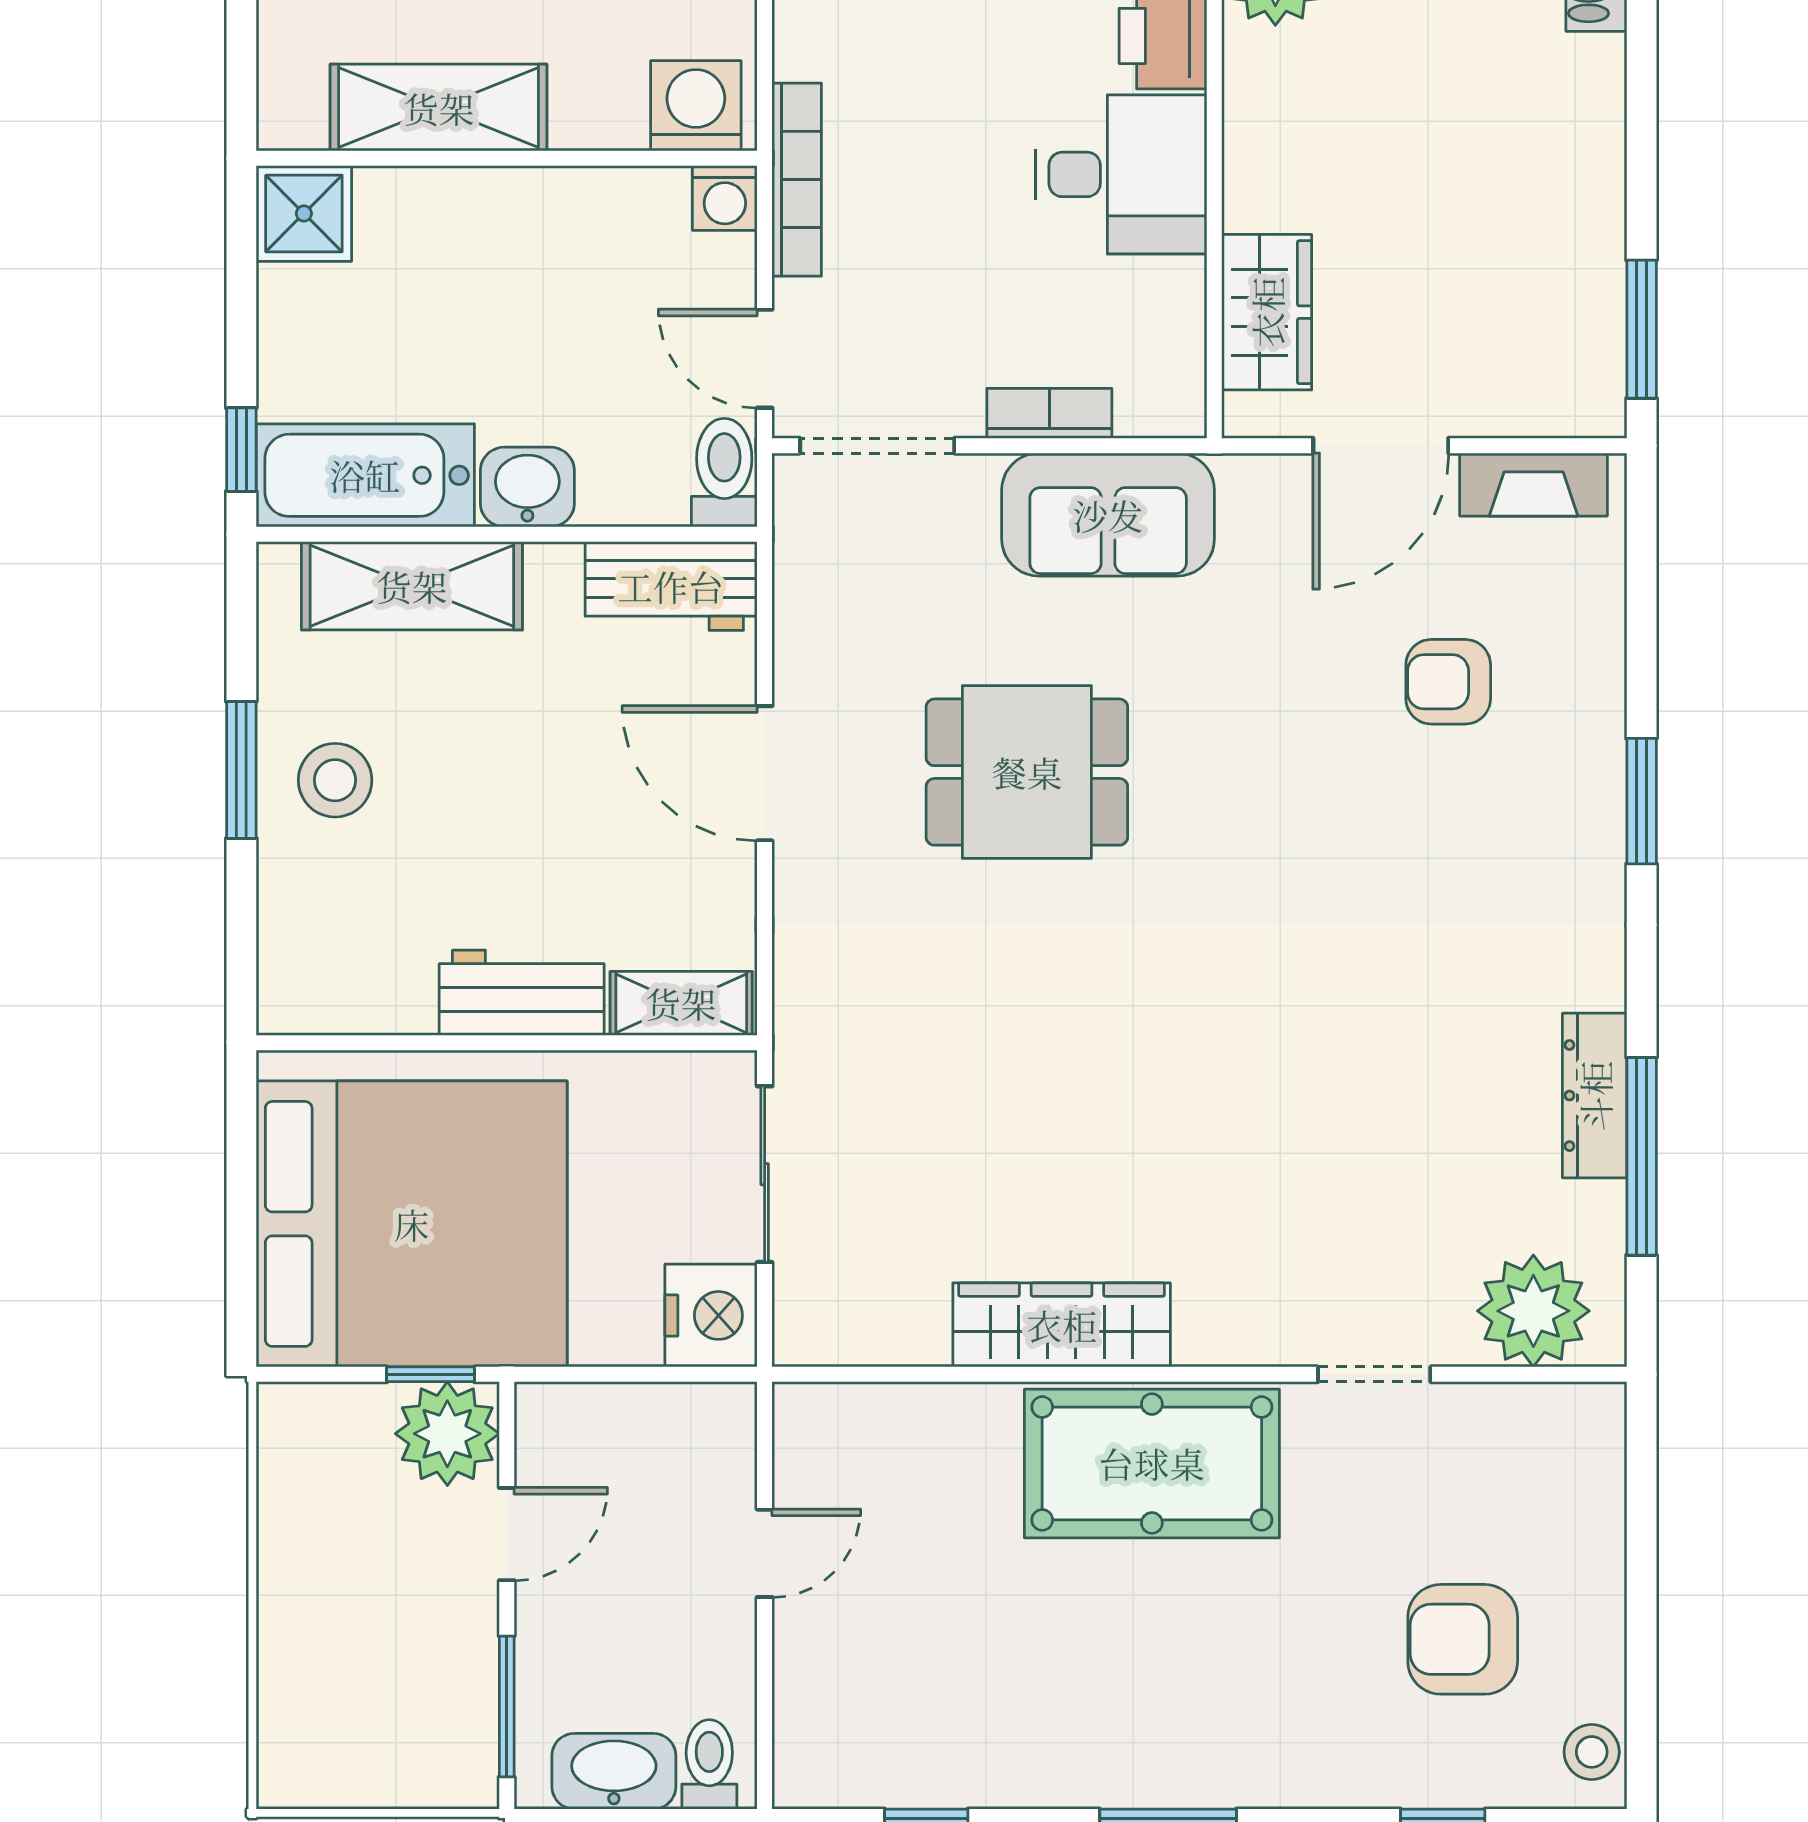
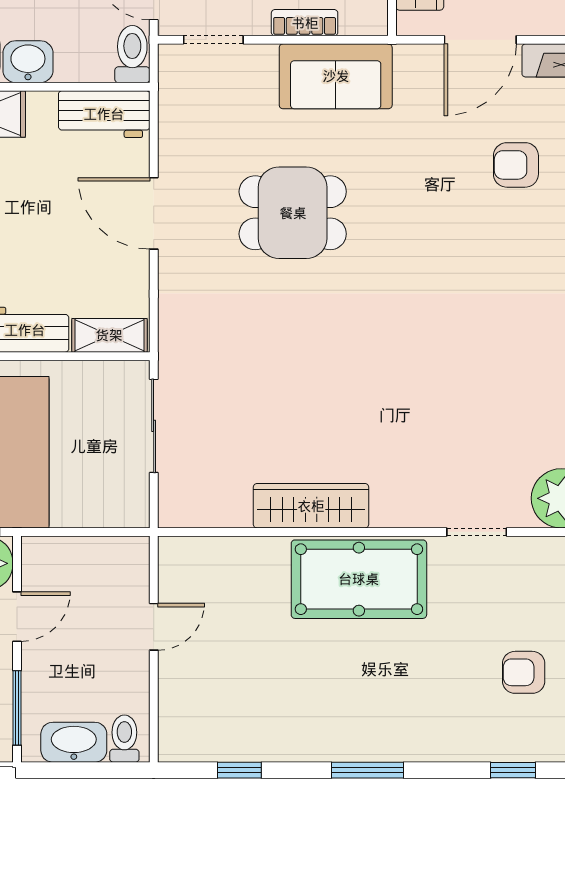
doorway: (877, 446) -> (213, 40), width x0.73
nightstand: (711, 1315) -> (125, 501), removed
armchair: (1463, 1639) -> (524, 672), width x0.72, depth x0.72

